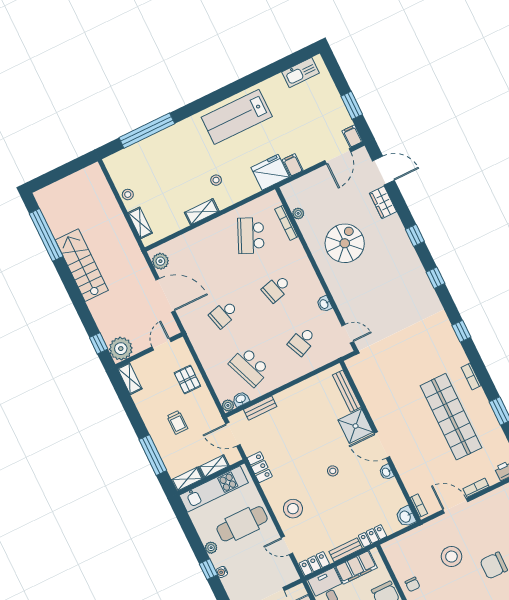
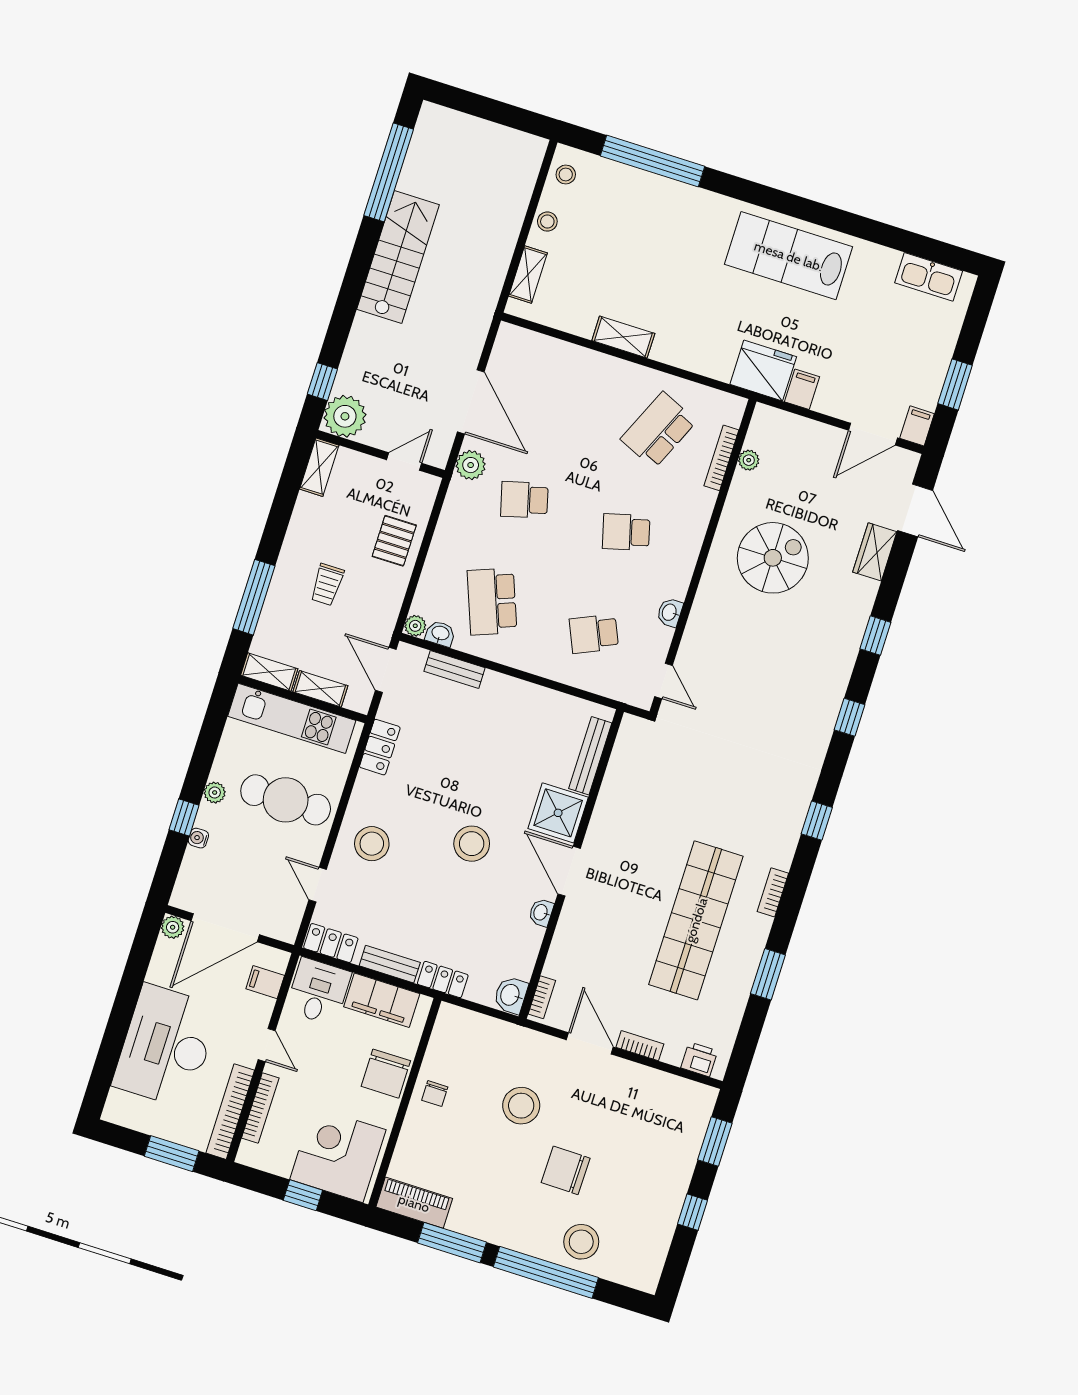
stool: (216, 180) -> (566, 174), moved
plant: (160, 261) -> (471, 465), moved
stool: (333, 471) -> (472, 844), width x1.89, depth x1.89

